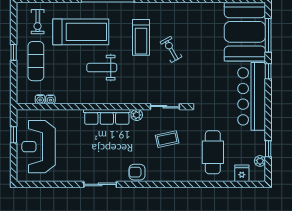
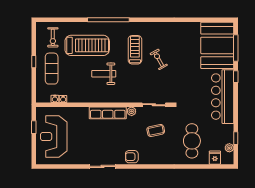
treadmill: (141, 37) -> (135, 50), turned 180

